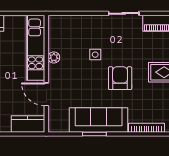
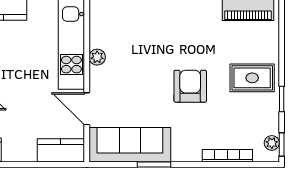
side table: (95, 55) -> (155, 53), removed
sofa: (99, 120) -> (130, 145), moved

